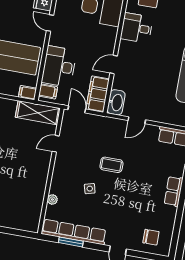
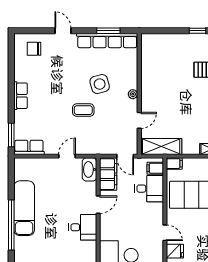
desk: (137, 28) -> (83, 227), moved
desk: (59, 66) -> (149, 189), width x0.73
side table: (90, 189) -> (100, 84), width x1.87, depth x1.87
plant: (52, 200) -> (133, 94), moved

